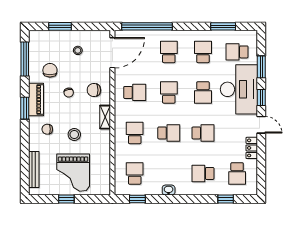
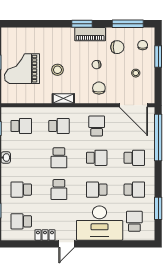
window: (261, 67) -> (120, 244), removed
school desk: (135, 92) -> (97, 126), turned 180
window: (261, 97) -> (92, 244), removed
shelving: (105, 117) -> (63, 98), moved
chair: (47, 129) -> (143, 45), moved
bench: (34, 170) -> (25, 32), removed
school desk: (203, 173) -> (21, 190), turned -90

